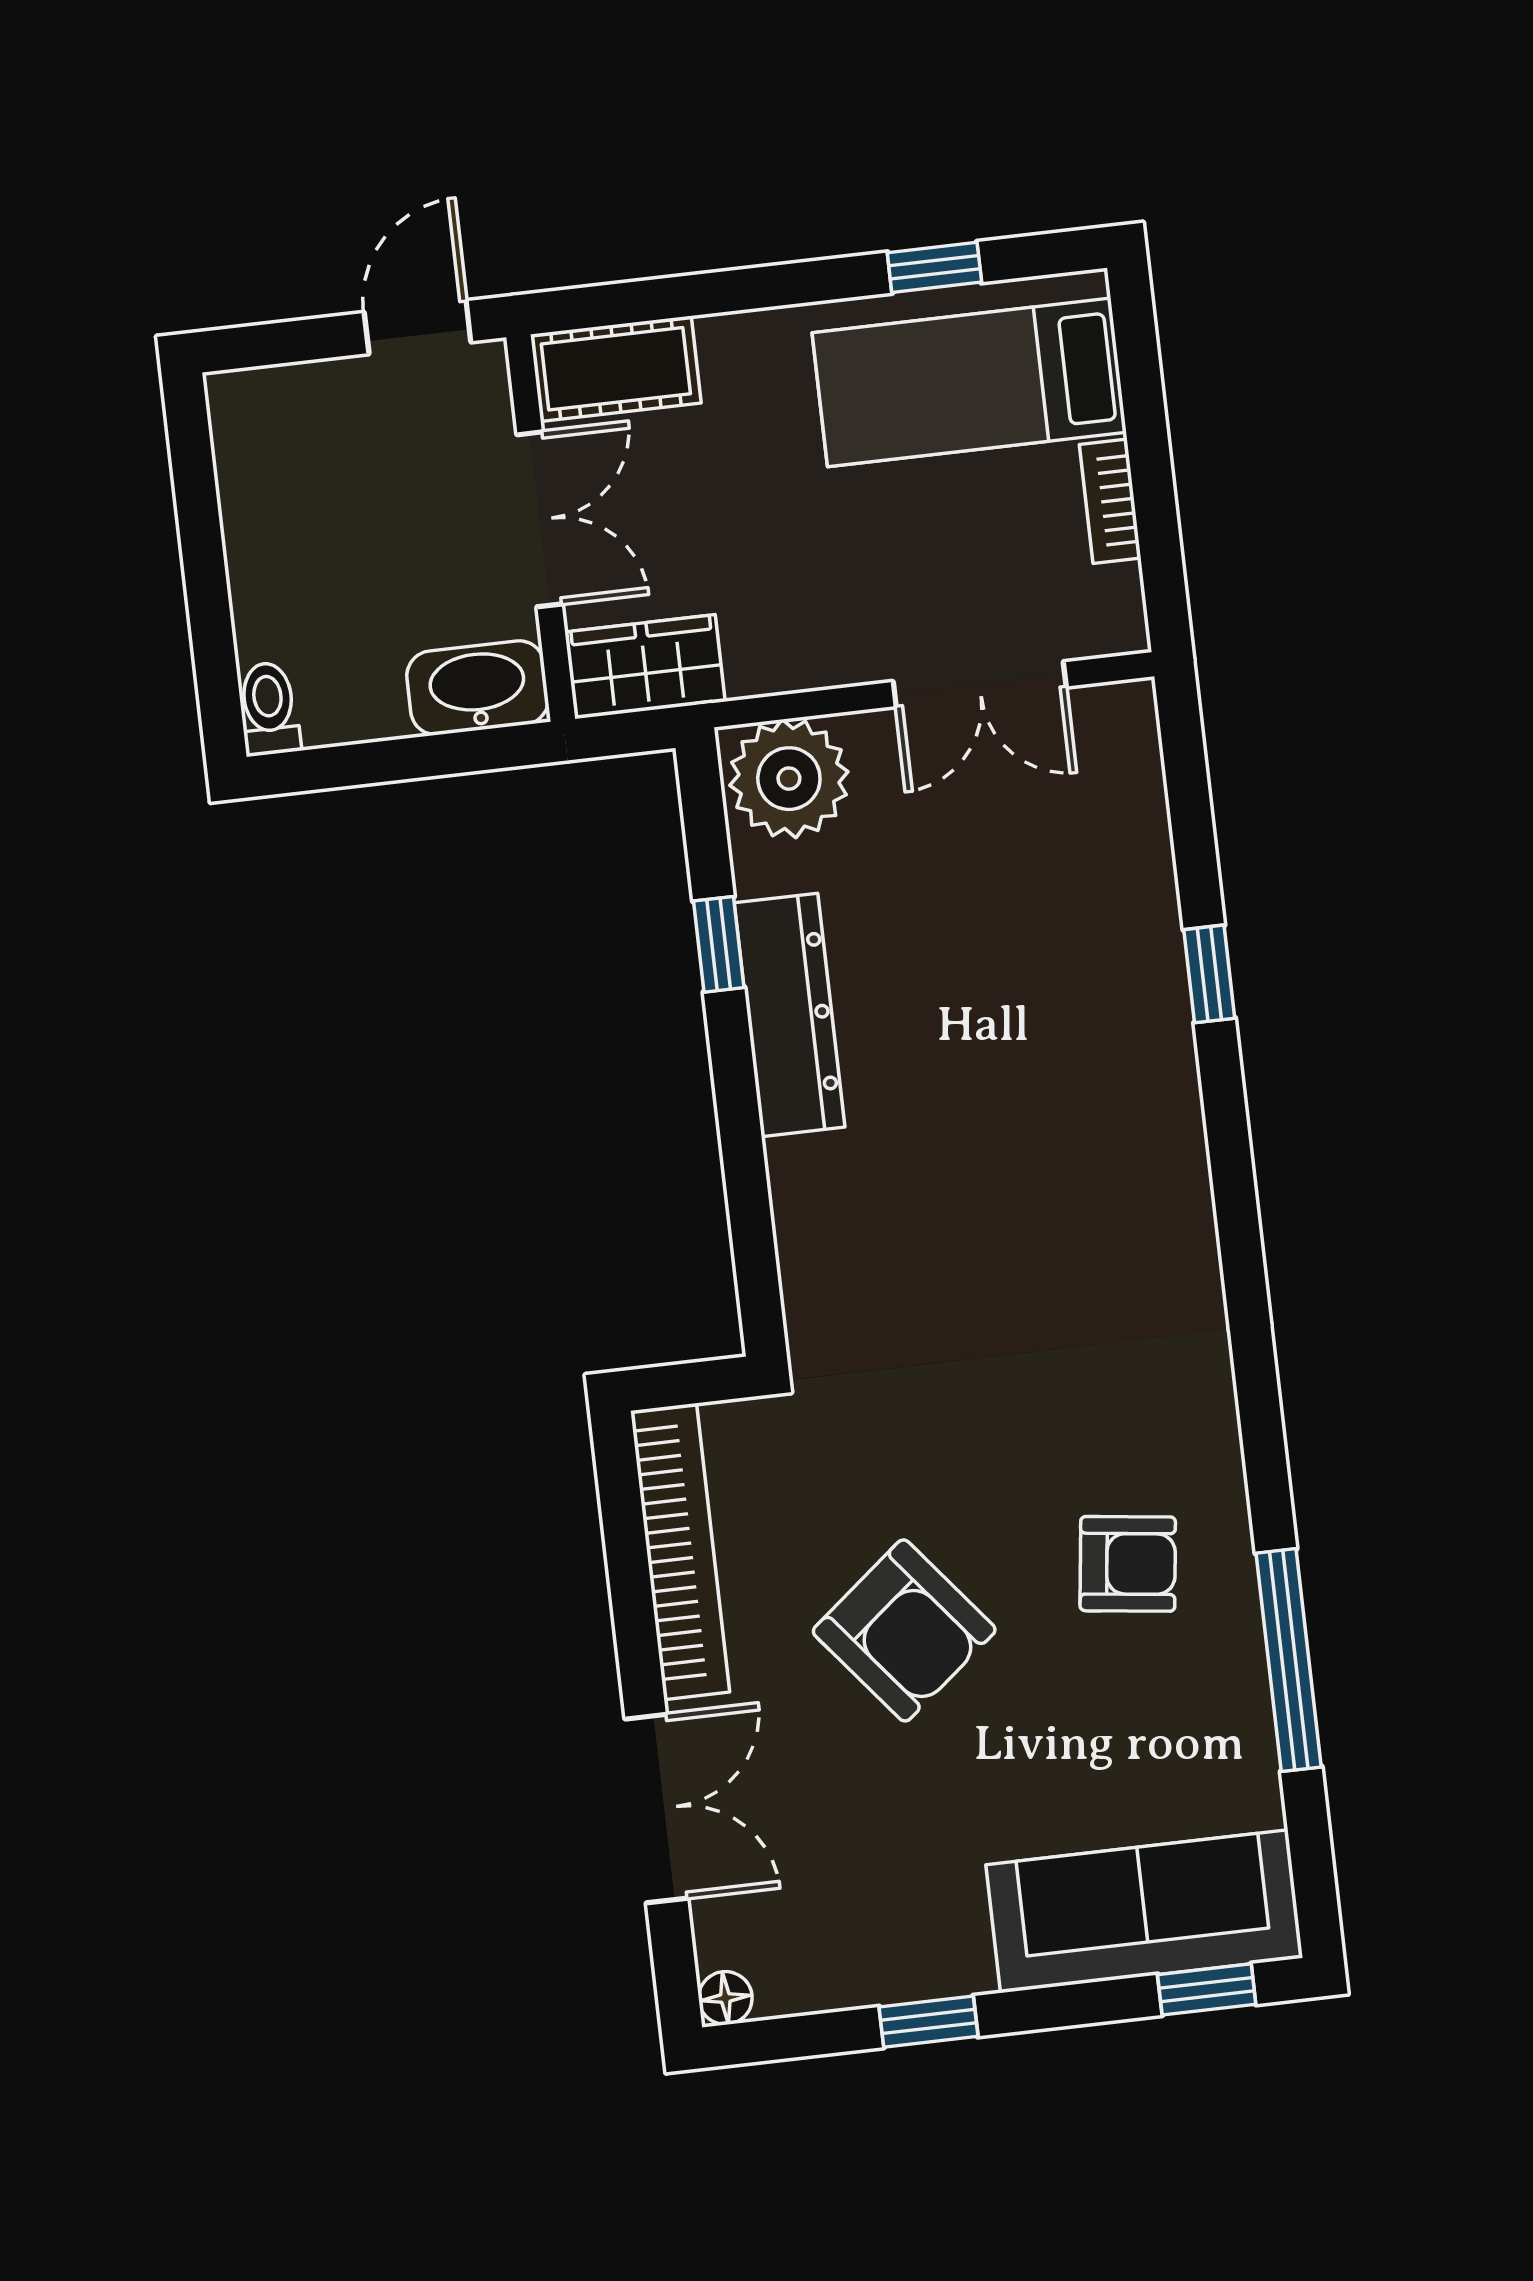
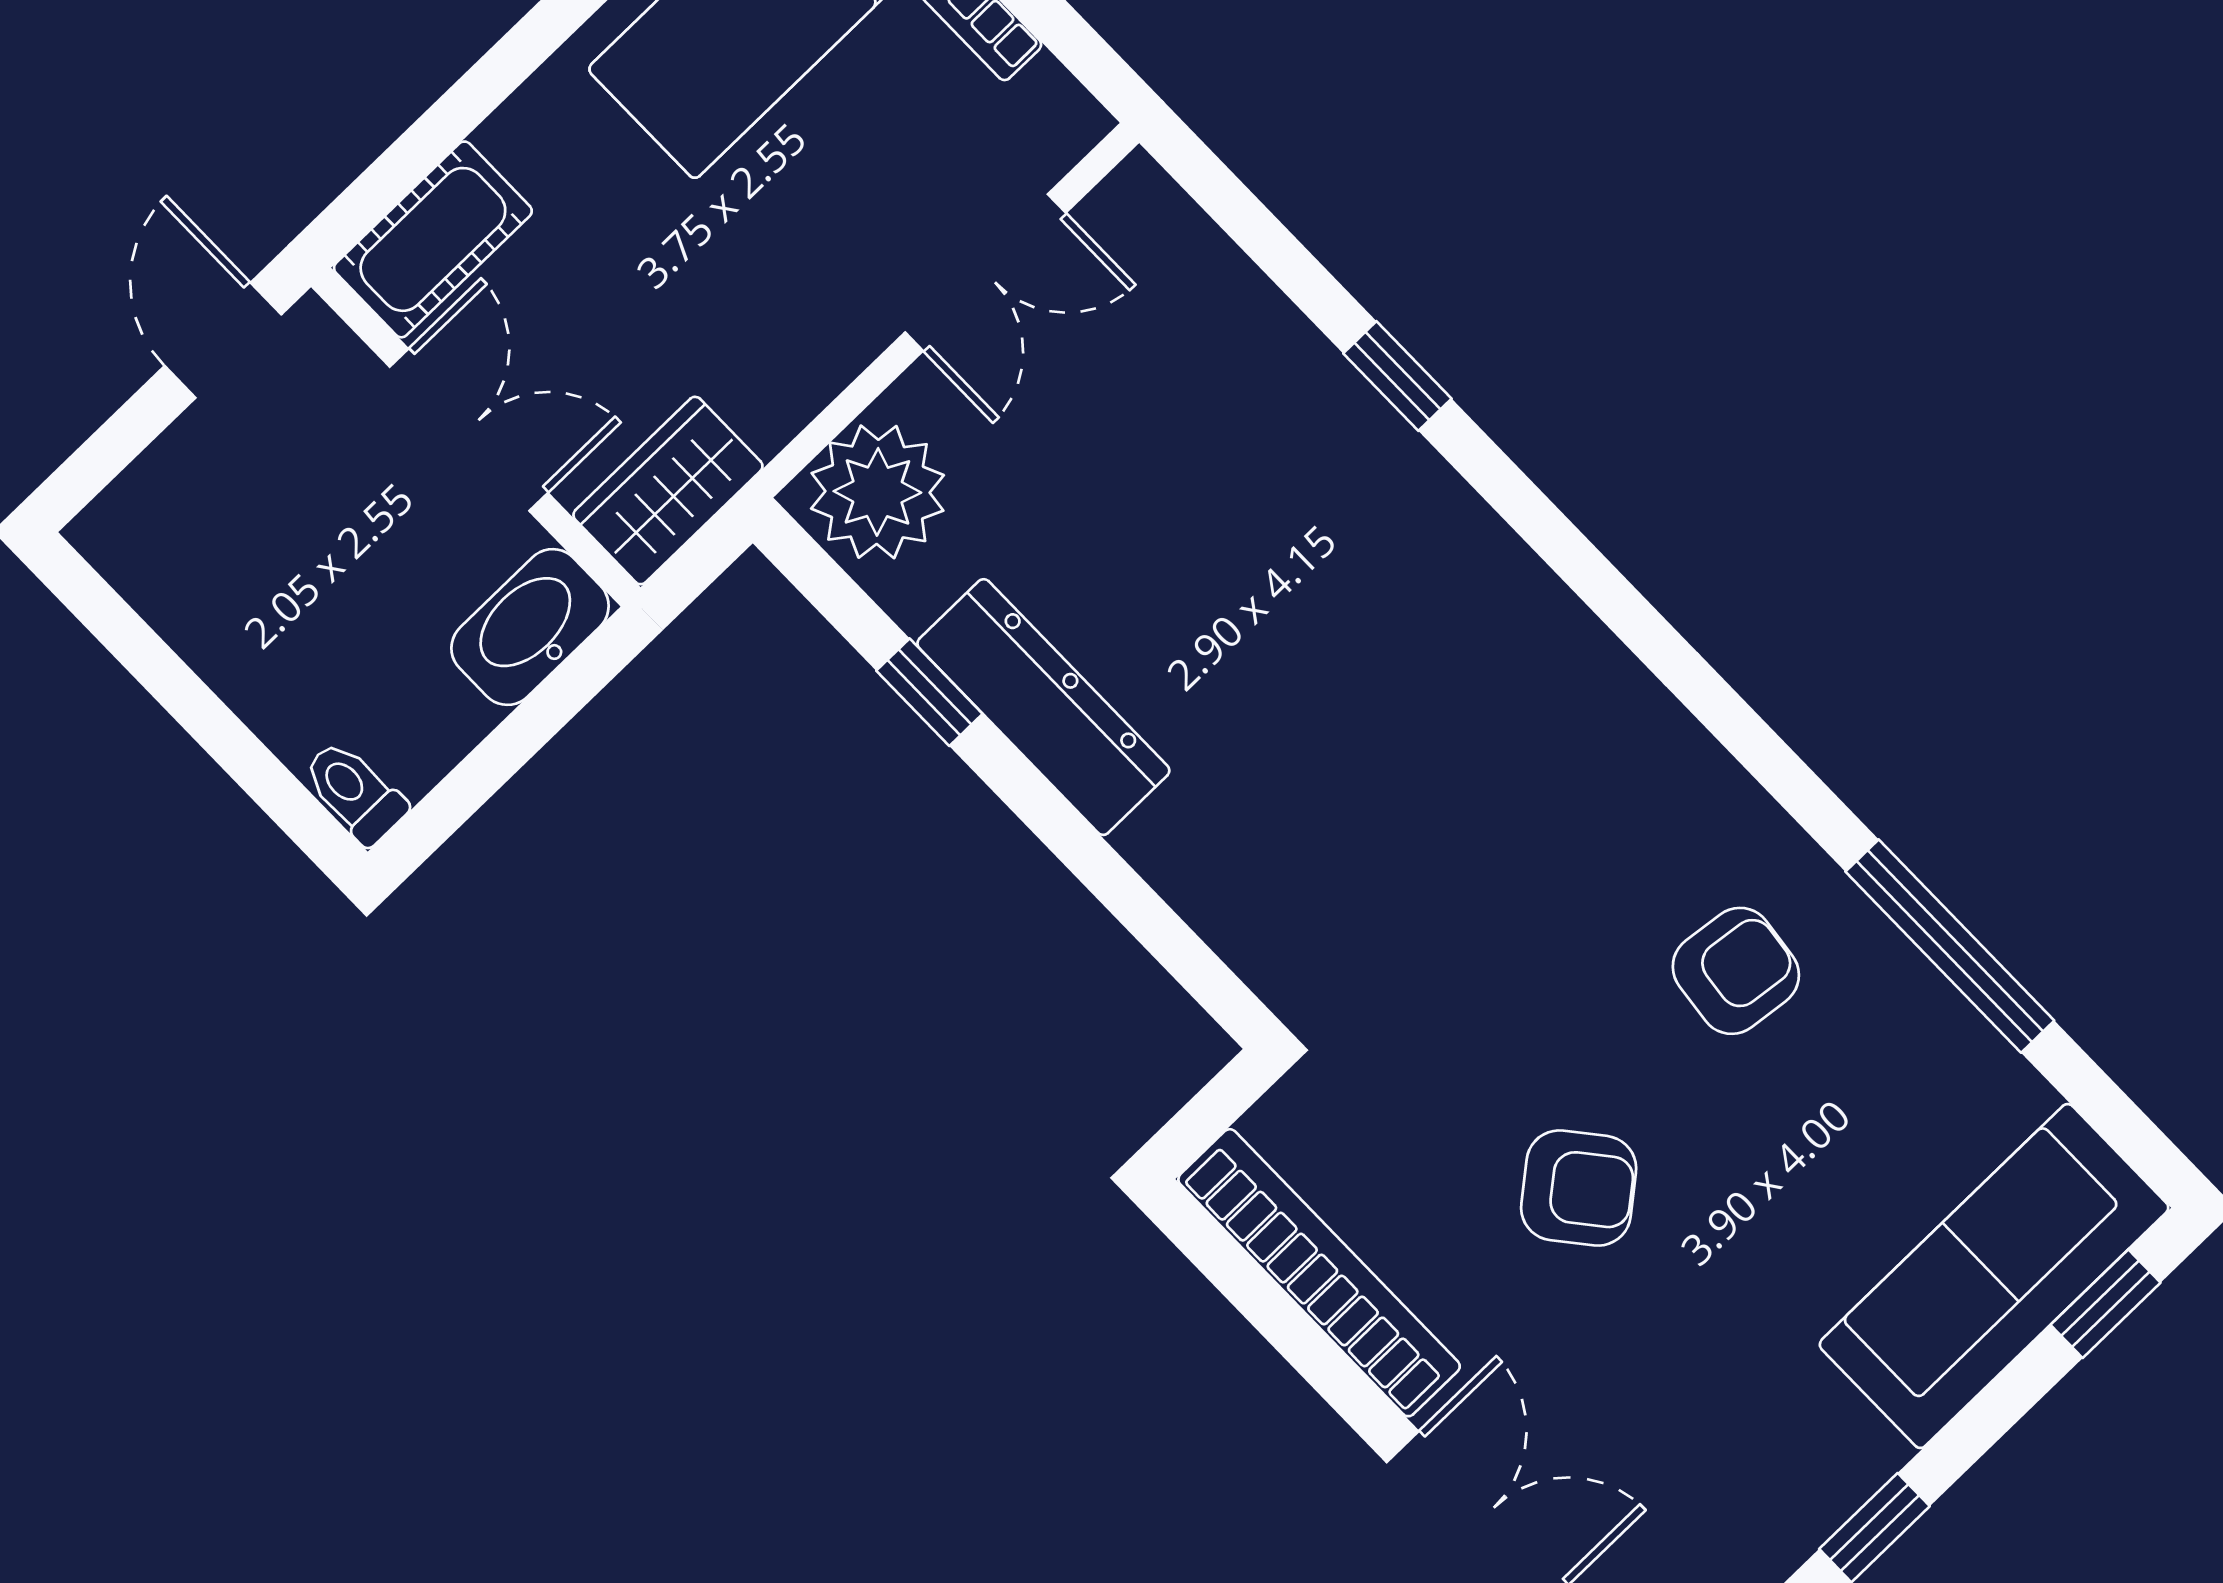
armchair: (904, 1630) -> (1579, 1188), width x0.72, depth x0.72

